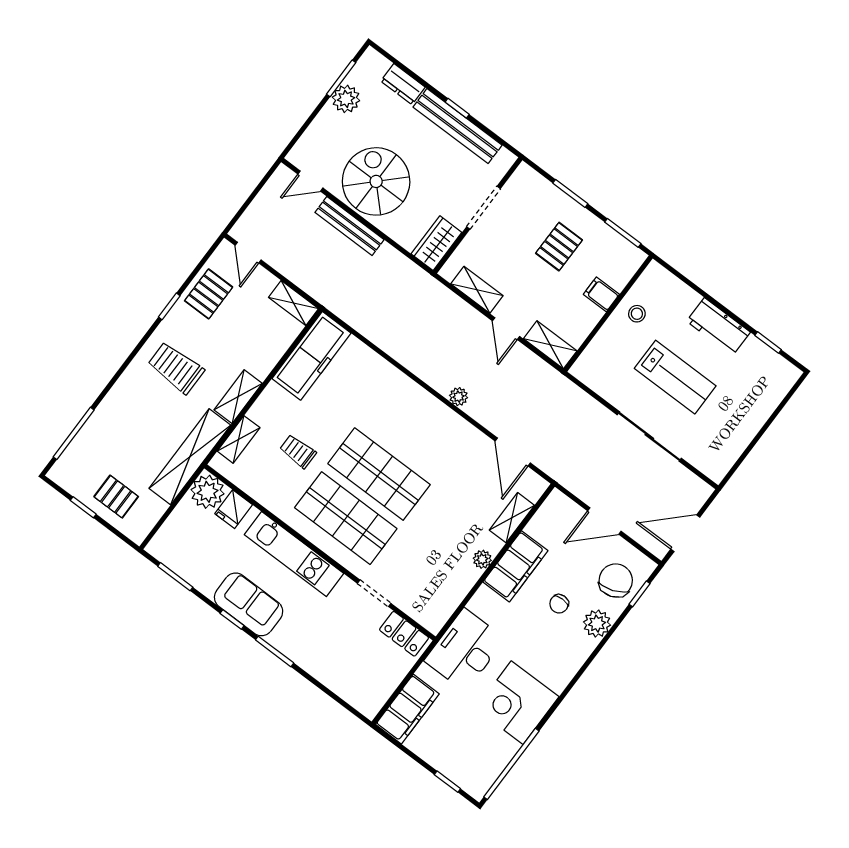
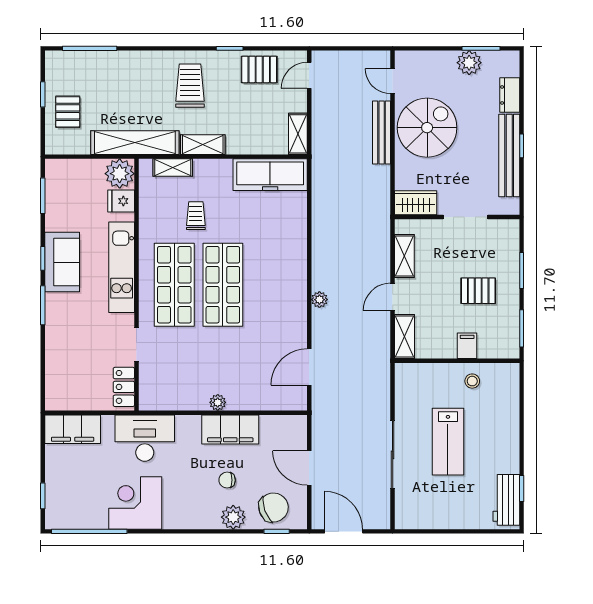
workbench: (718, 327) -> (506, 500), moved
shelving: (512, 518) -> (263, 401), removed

